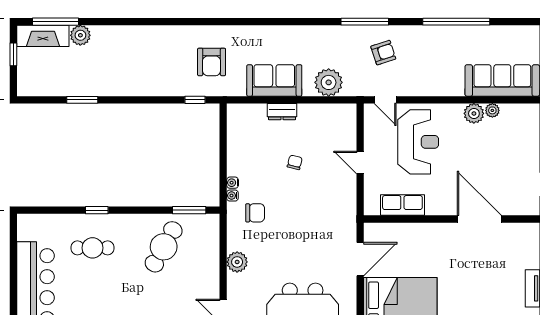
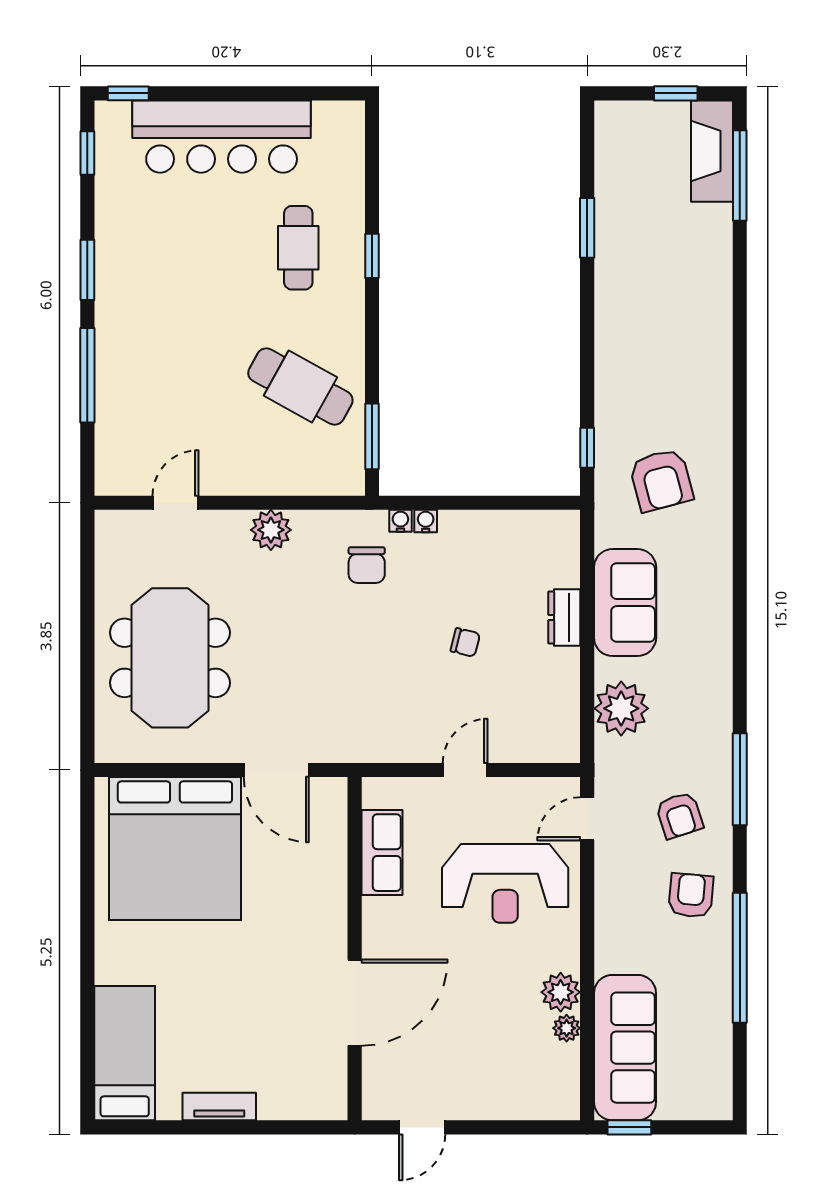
plant: (80, 35) -> (713, 224), removed
armchair: (424, 47) -> (691, 895), added
armchair: (212, 62) -> (661, 480), turned -105

